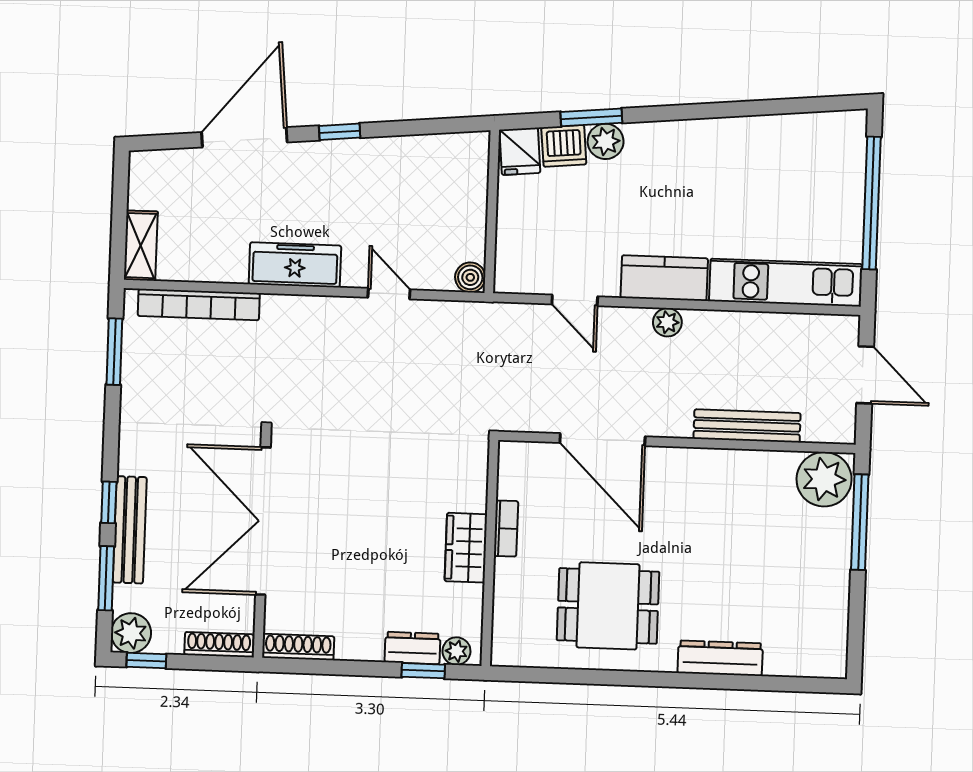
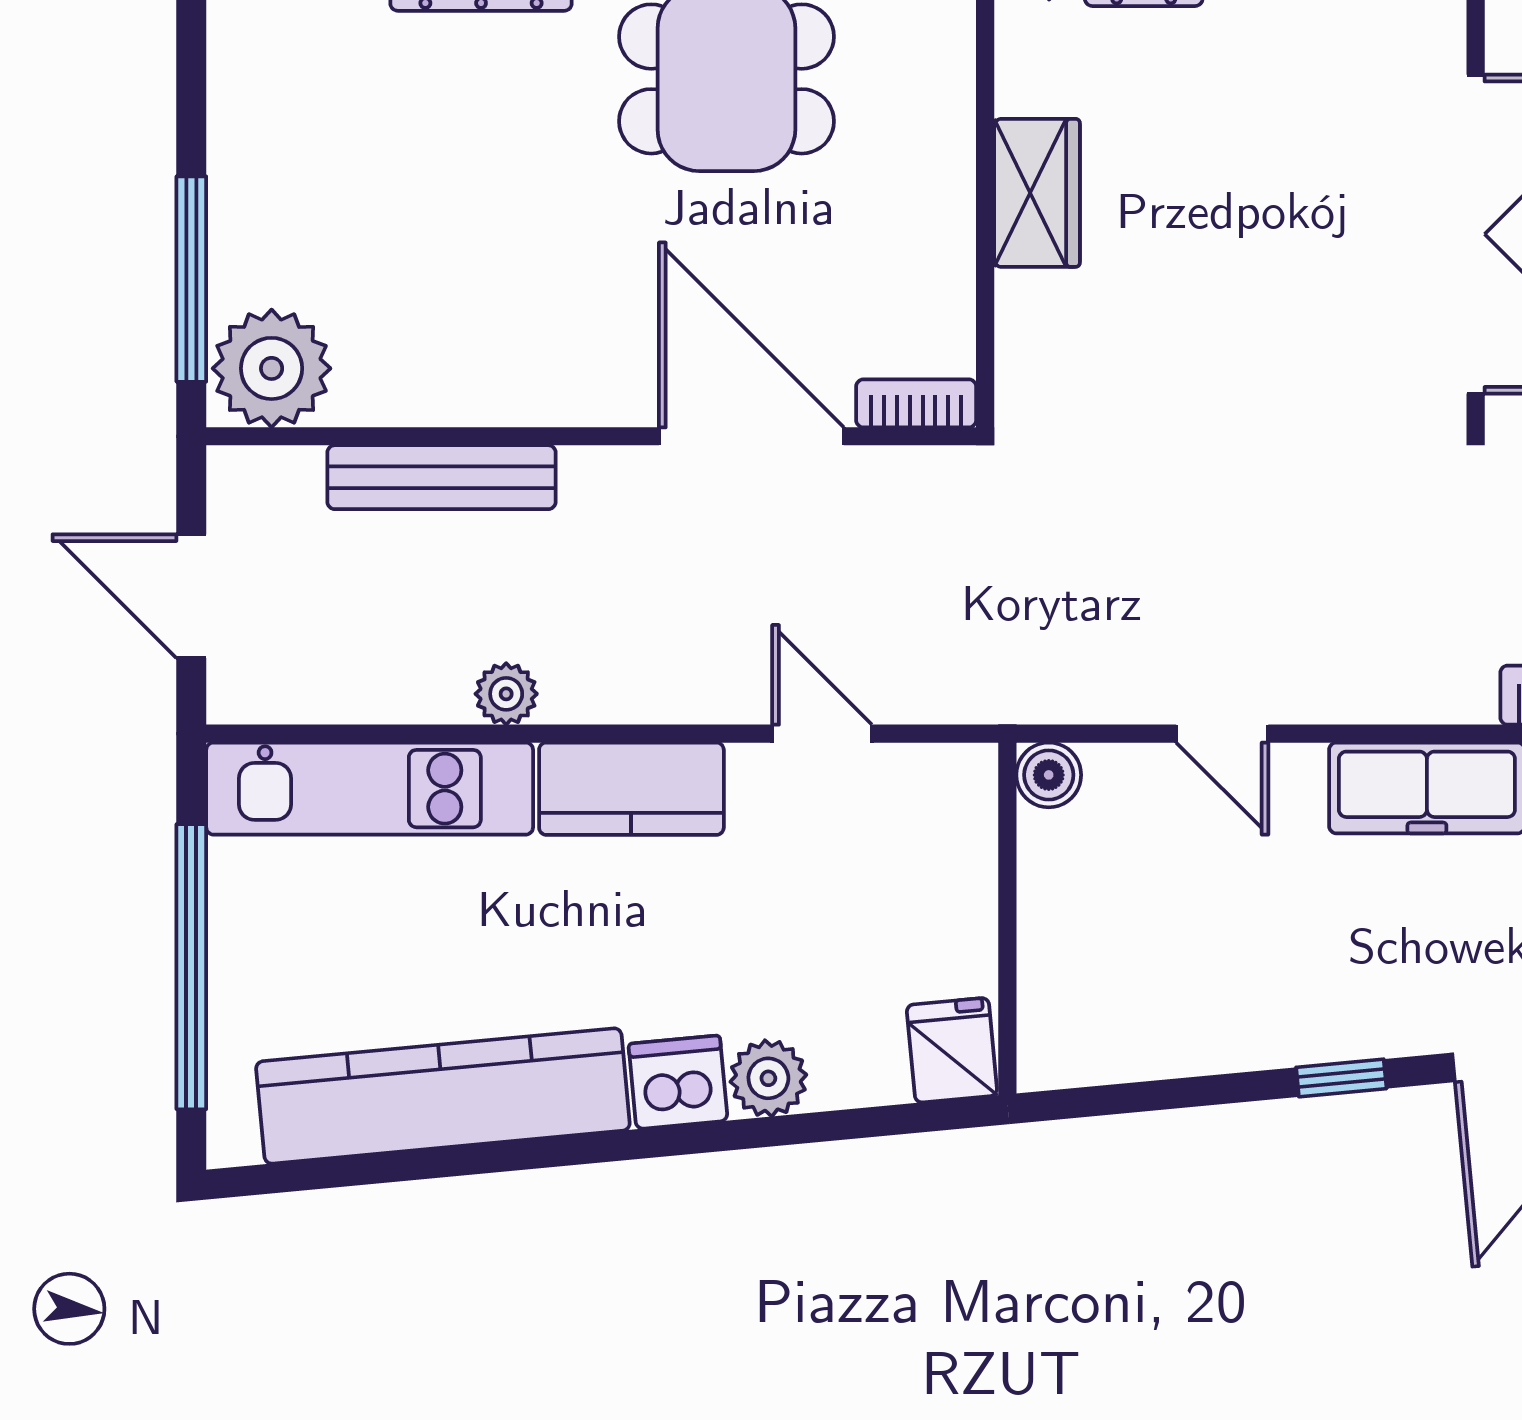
window: (591, 117) -> (801, 1129), removed
kitchen counter: (757, 139) -> (443, 1096), added
dishwasher: (564, 146) -> (678, 1082), moved
plant: (667, 322) -> (506, 694), moved
bookcase: (506, 528) -> (916, 403), moved, turned 90

